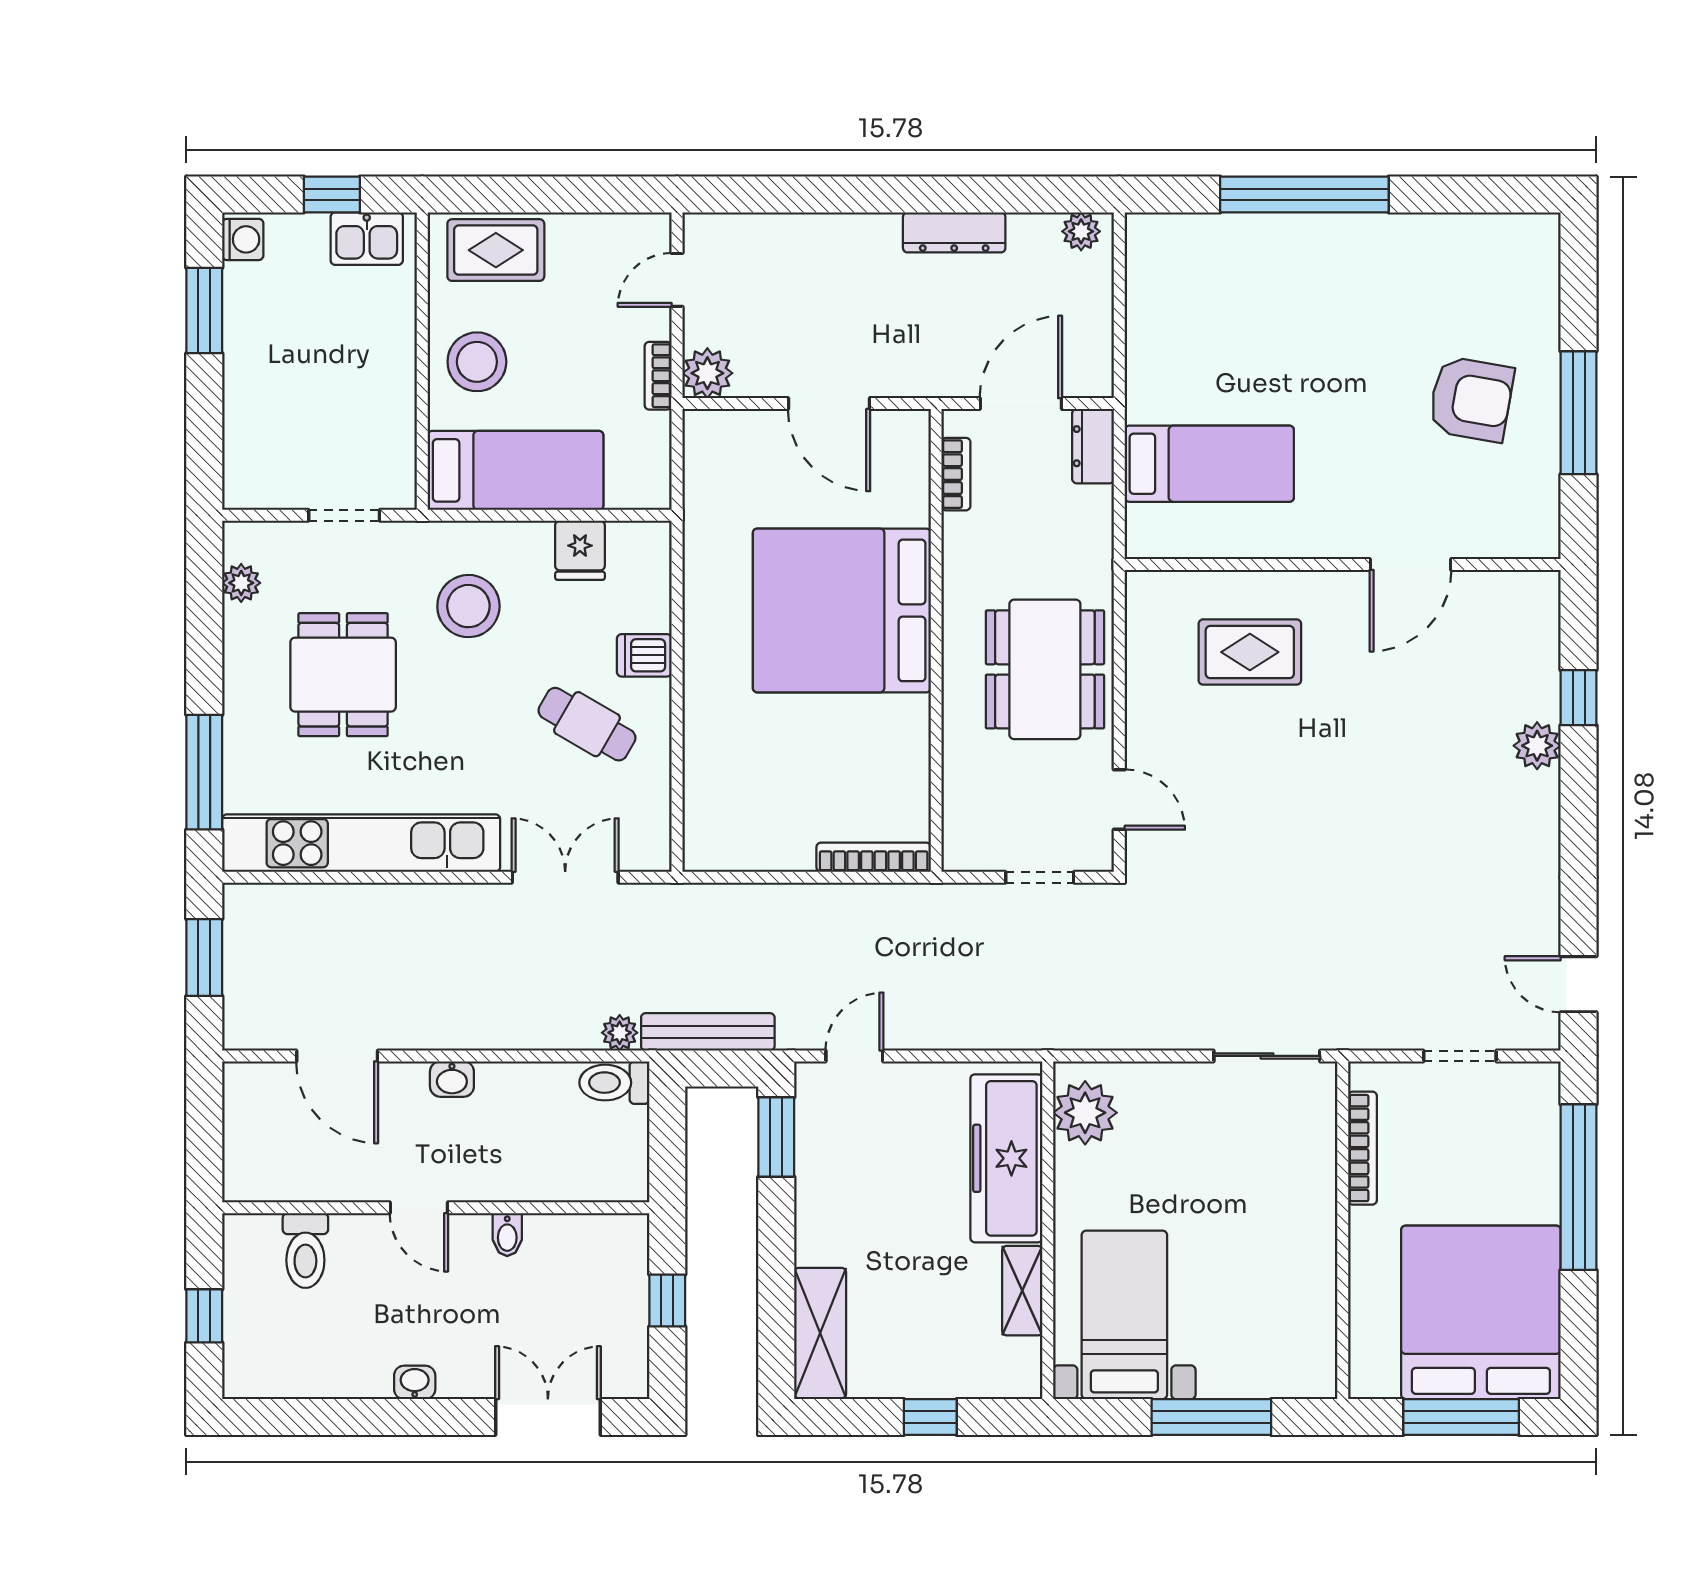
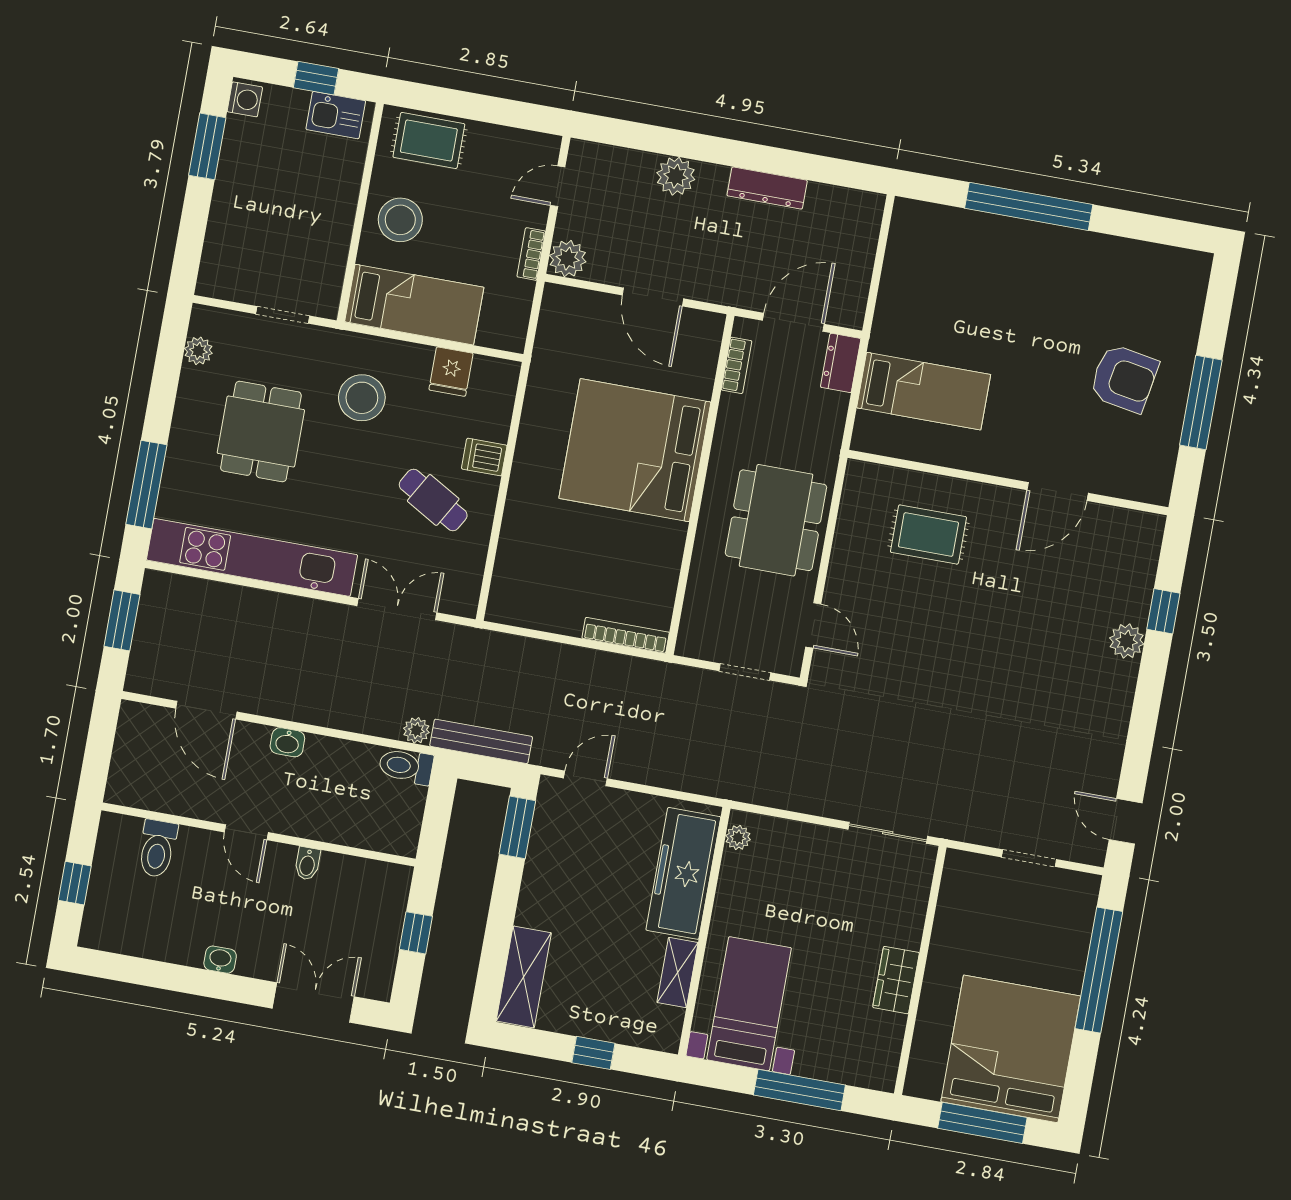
plant: (1081, 231) -> (676, 176), moved, width x1.38, depth x1.38
plant: (1085, 1113) -> (738, 838), width x0.53, depth x0.53
bookcase: (1363, 1148) -> (946, 913), removed
wardrobe: (1313, 1249) -> (896, 980), added

